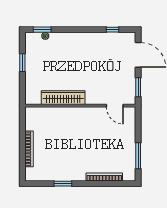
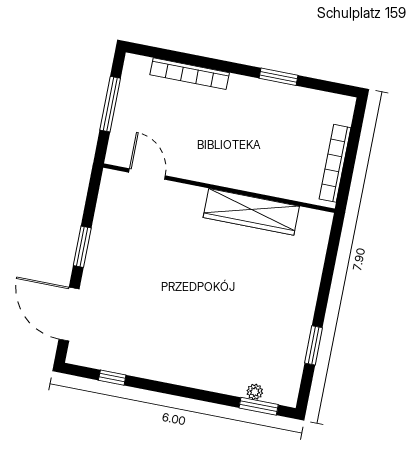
wardrobe: (63, 98) -> (251, 212), moved
wall: (80, 106) -> (219, 188), moved
door: (115, 106) -> (147, 174), moved

